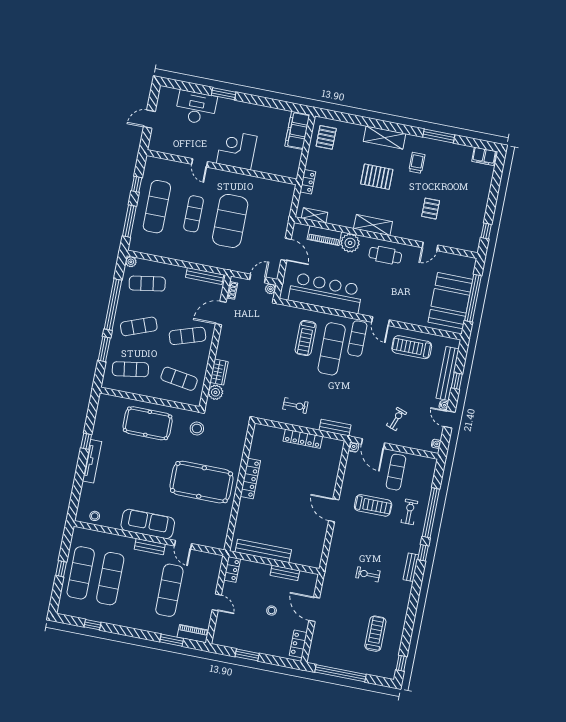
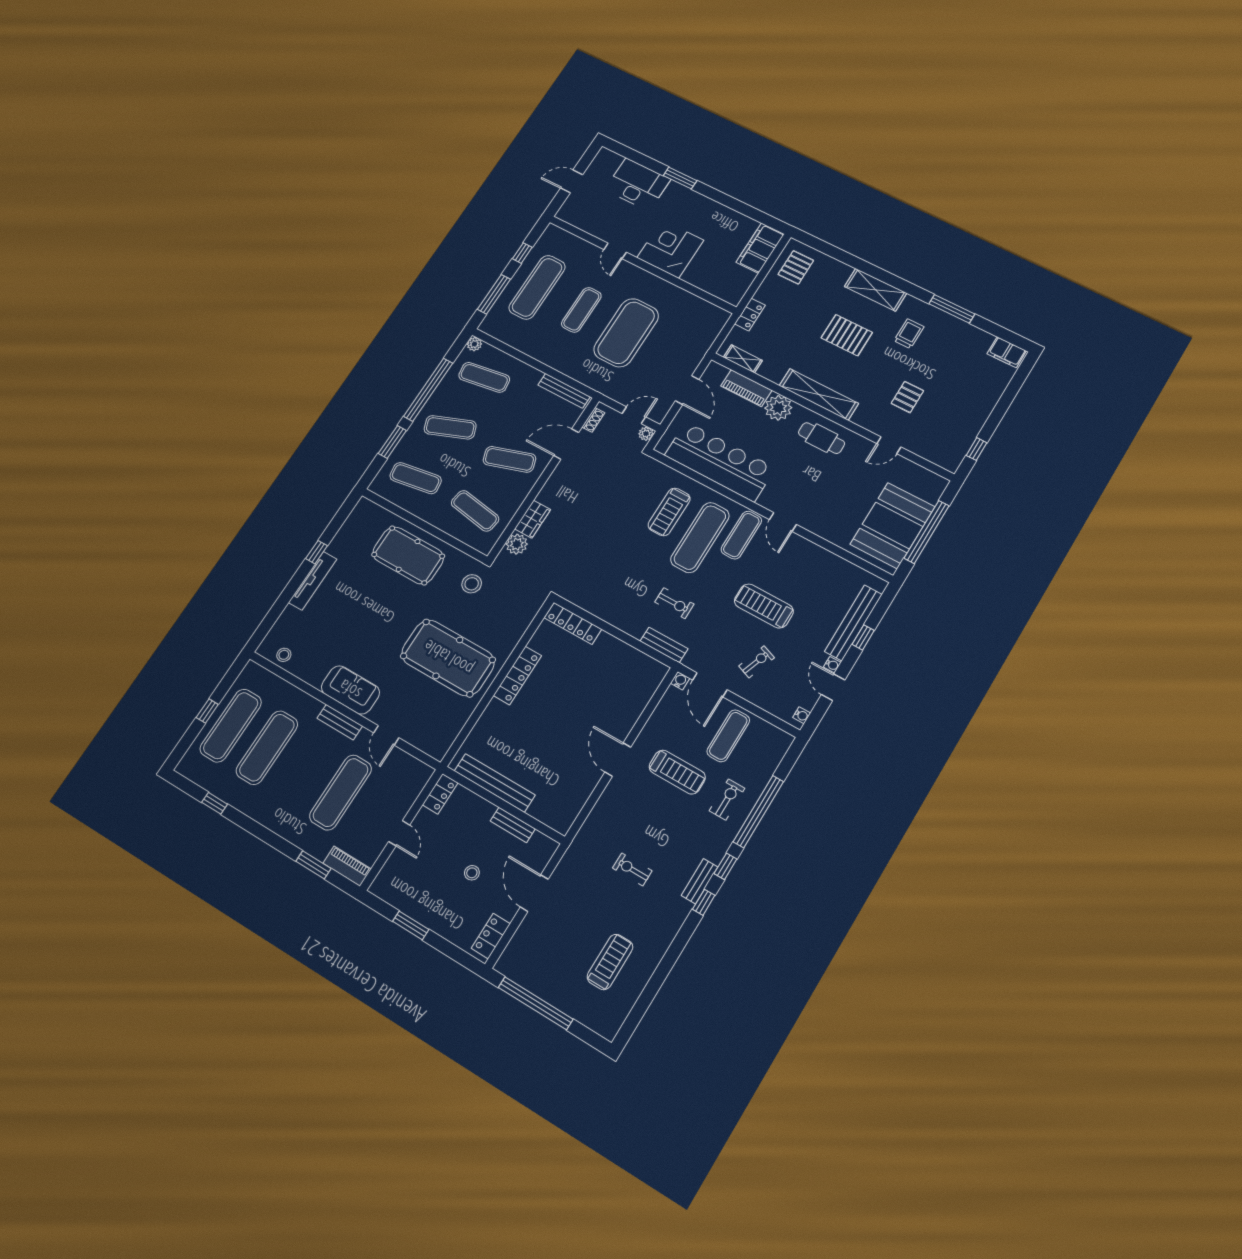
shelving: (373, 225) -> (819, 394), width x1.47
treadmill: (412, 347) -> (764, 606), moved
exercise bike: (295, 406) -> (674, 603), moved
locker: (303, 439) -> (573, 623), moved
sofa: (148, 524) -> (350, 690), width x0.73
window: (401, 663) -> (704, 902), moved

